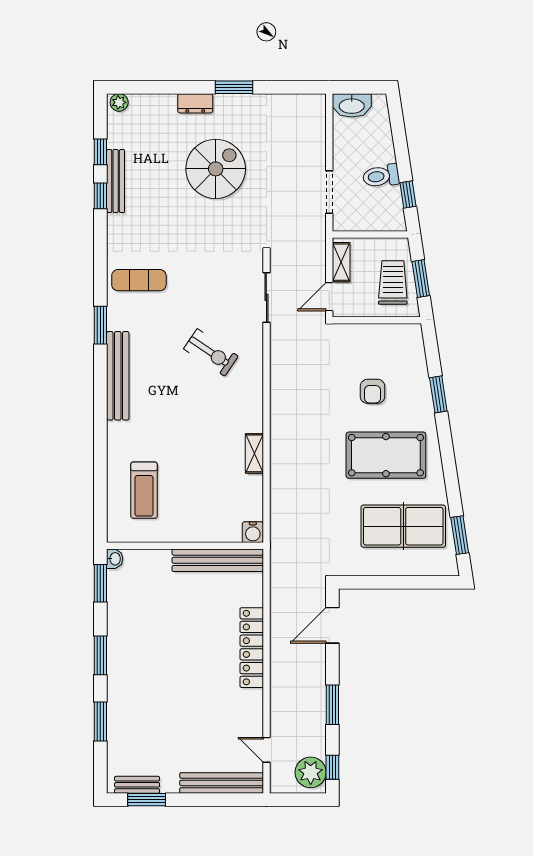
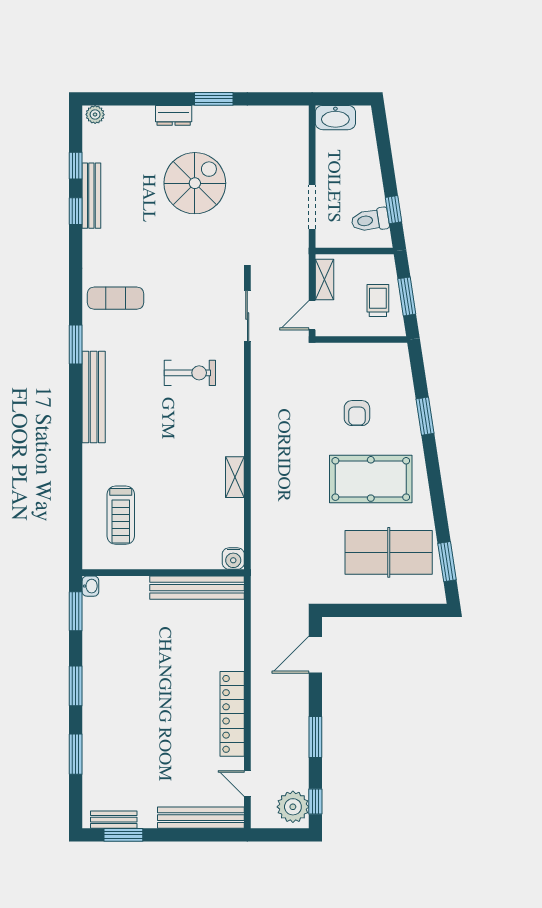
toilet: (381, 176) -> (370, 220), moved
trolley: (393, 282) -> (378, 301), width x0.73, depth x0.72
exercise bike: (211, 352) -> (190, 373), turned -34
locker: (252, 648) -> (232, 714), moved

